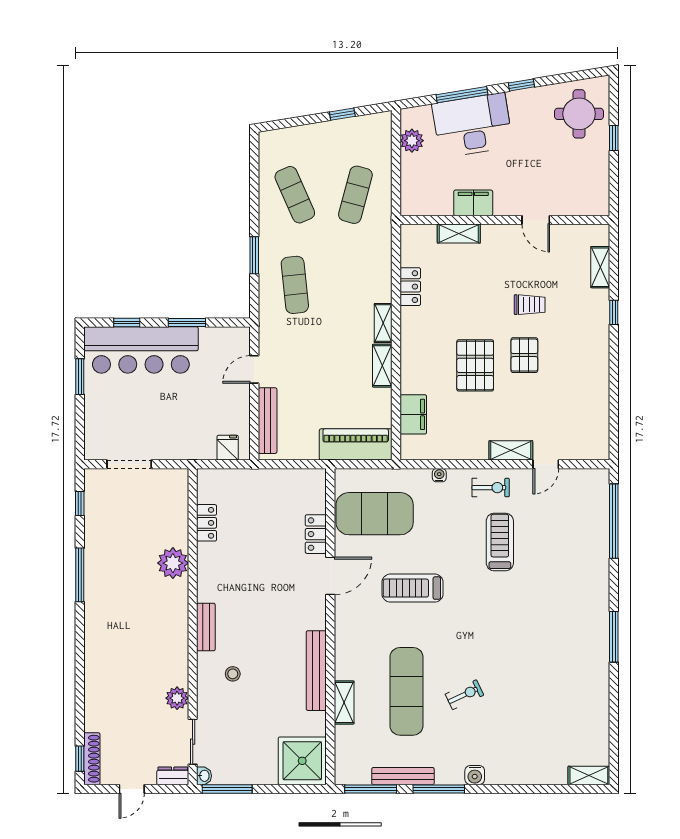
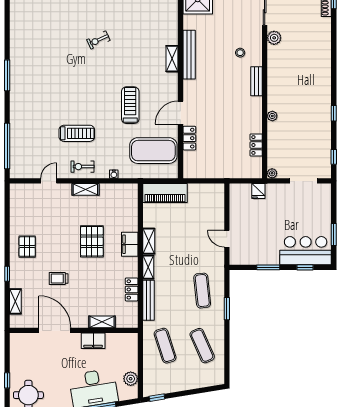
window: (342, 114) -> (157, 398), moved
exercise mat: (355, 195) -> (165, 346), turned -33
door: (536, 220) -> (55, 330), width x1.87
bar counter: (141, 350) -> (306, 251), width x0.73
pallet: (524, 355) -> (27, 247), moved
door: (254, 369) -> (227, 239), swing flipped
filing cabinet: (413, 414) -> (130, 244), moved
bench: (268, 421) -> (148, 300), moved
fridge: (228, 448) -> (258, 191), moved
shelving: (511, 450) -> (85, 189), moved
plant: (180, 477) -> (272, 173), added
treadmill: (500, 542) -> (77, 133), turned -90
plant: (173, 563) -> (272, 116), width x0.53, depth x0.53
window: (80, 575) -> (334, 113), width x0.46
treadmill: (413, 588) -> (130, 105), turned -90
exercise mat: (406, 691) -> (134, 42), removed
shelving: (344, 702) -> (172, 59), moved

